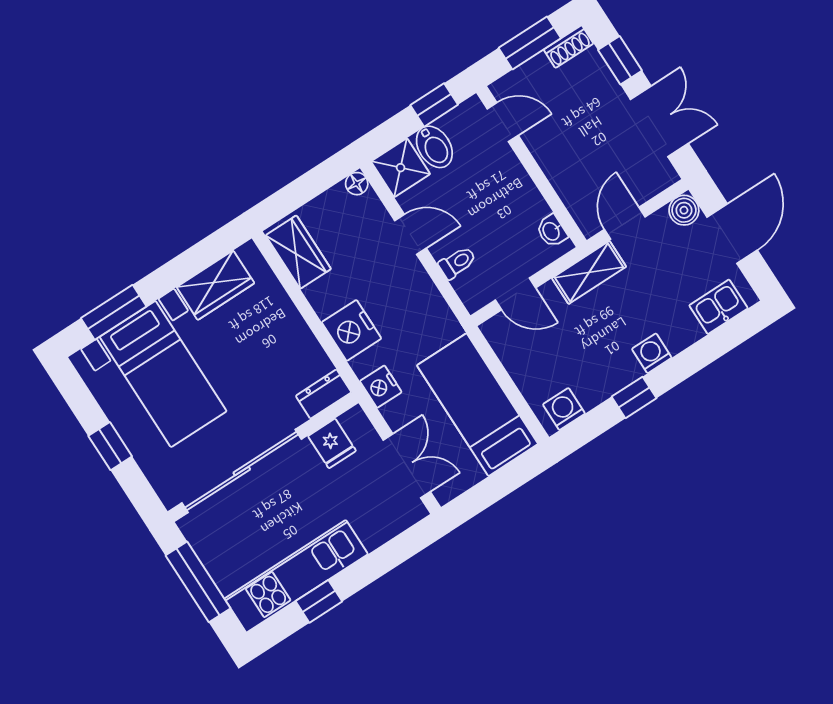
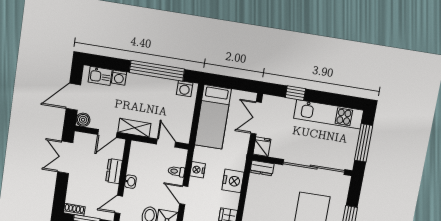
window: (620, 60) -> (61, 190), removed
door: (503, 122) -> (119, 205), hinge flipped
dresser: (560, 171) -> (114, 171), added
washbasin: (552, 231) -> (130, 182), moved
washing machine: (652, 353) -> (119, 78), moved
nightstand: (381, 387) -> (198, 170), moved, turned 180
window: (634, 397) -> (157, 71), width x3.17
fridge: (332, 443) -> (262, 147), moved
window: (319, 601) -> (295, 93), moved

